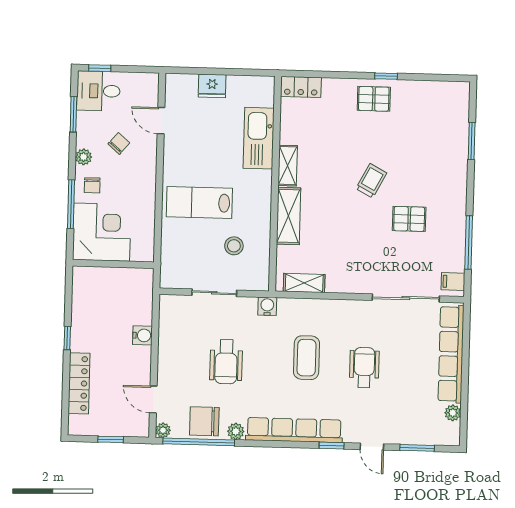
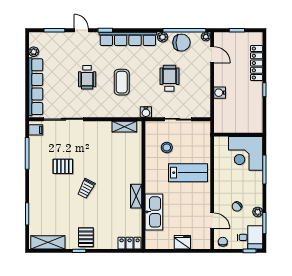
pallet: (374, 99) -> (86, 237), turned 90
plant: (84, 157) -> (258, 212), moved
chair: (92, 185) -> (223, 242), moved
shelving: (288, 216) -> (48, 242), moved, turned 90

